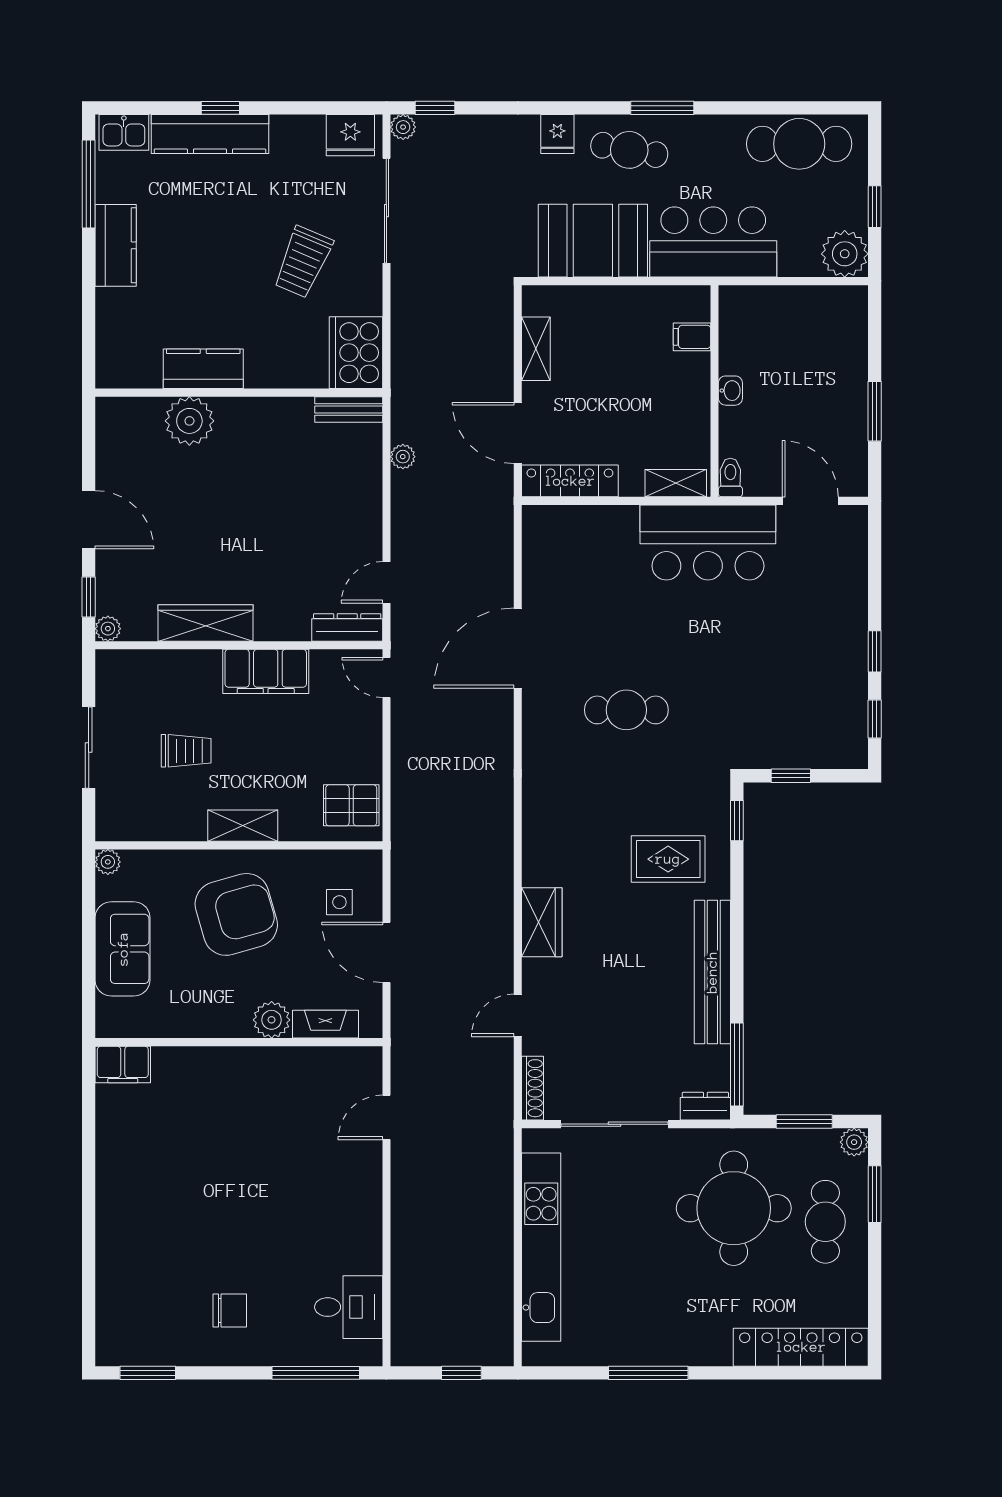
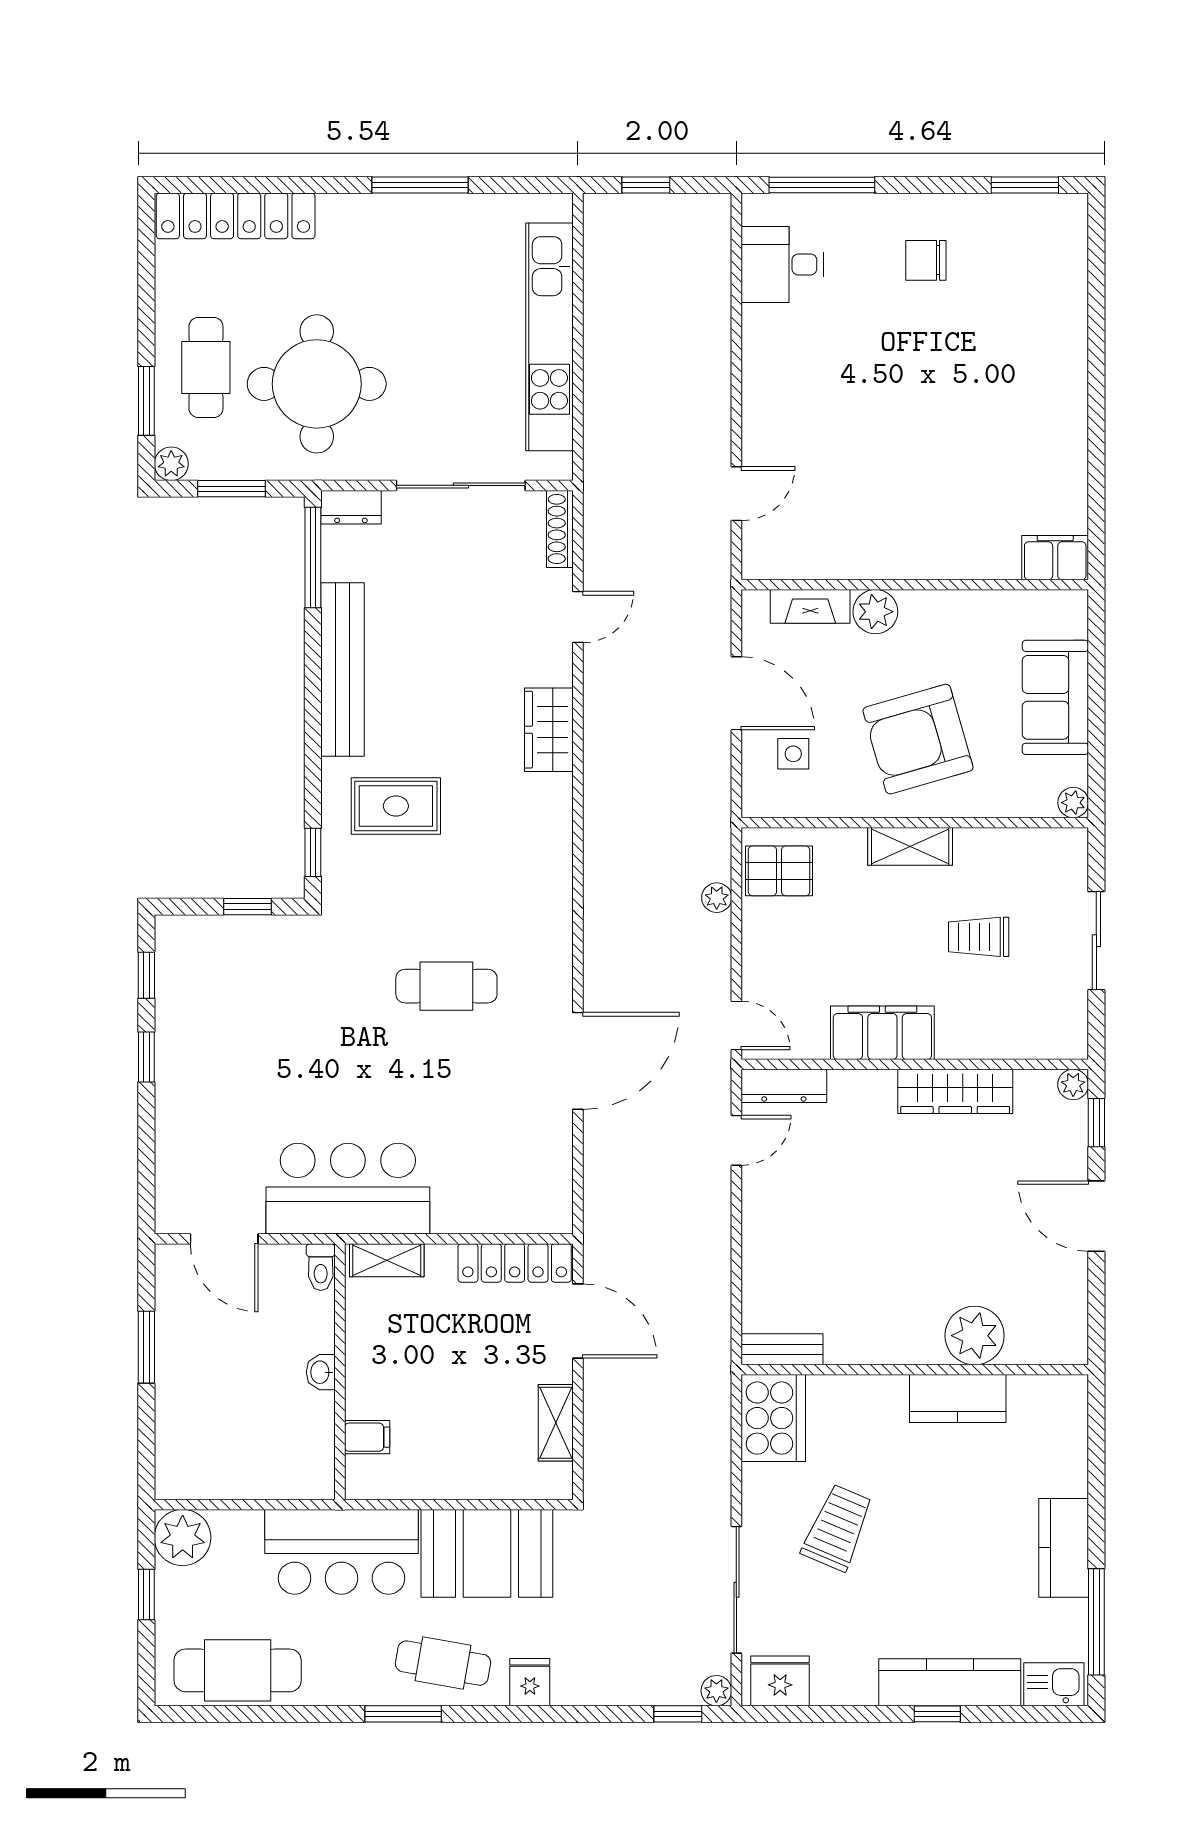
plant: (403, 457) -> (717, 898), moved

